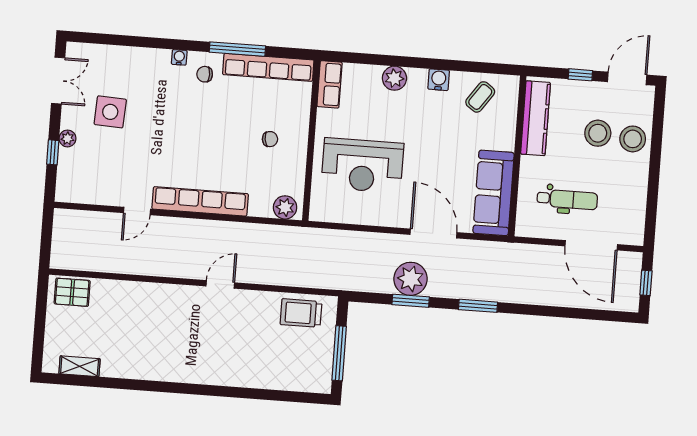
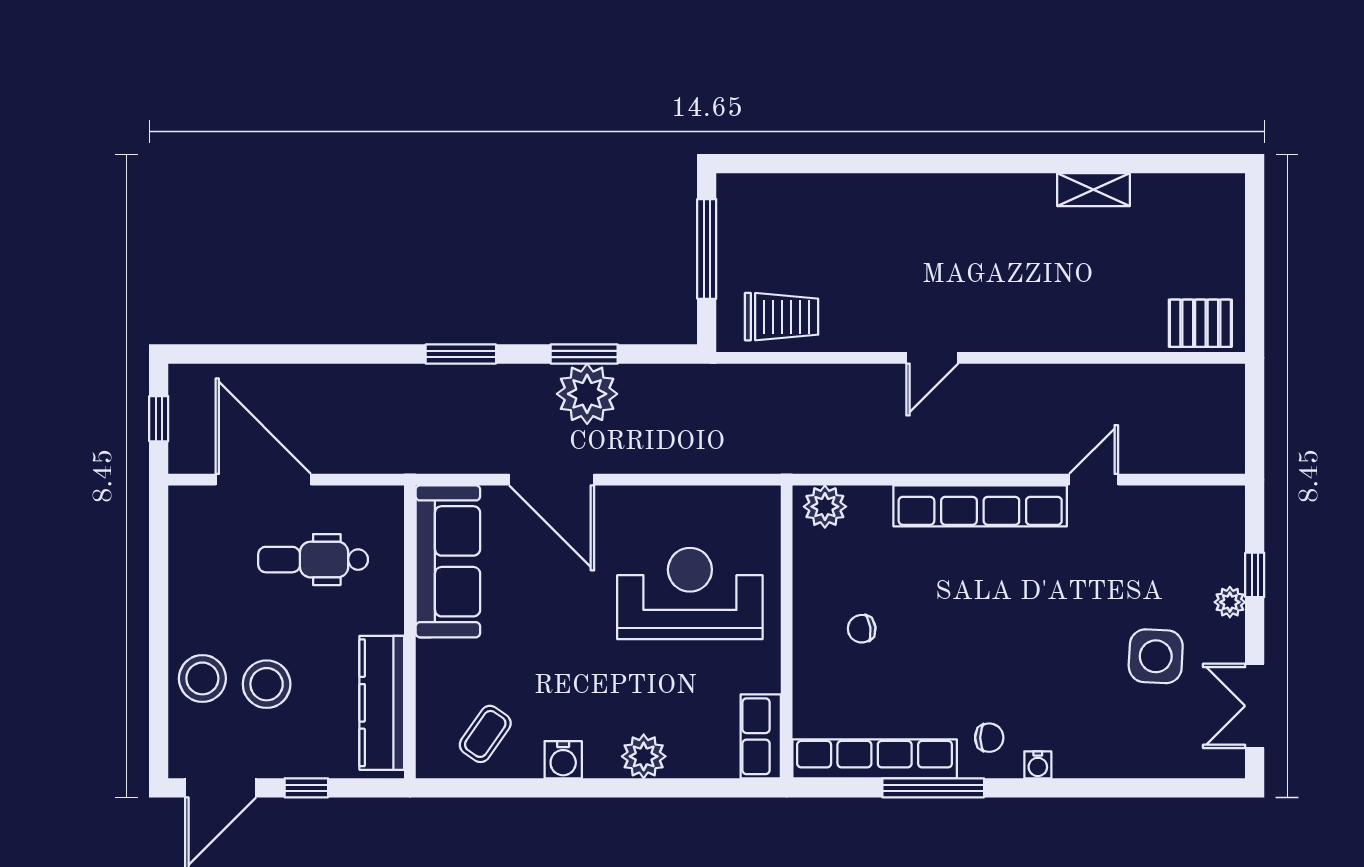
shelving: (80, 366) -> (1094, 190), moved

